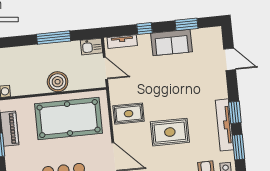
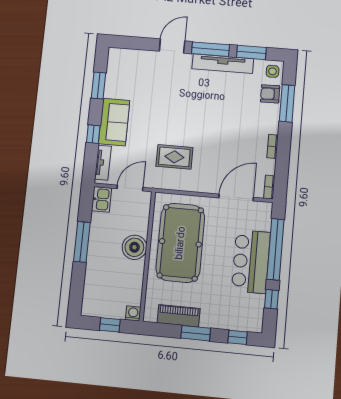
sofa: (172, 42) -> (114, 122), moved
door: (230, 59) -> (172, 46), moved
window: (235, 112) -> (211, 49), width x1.44
rug: (129, 114) -> (174, 157), moved, turned 90
rug: (170, 132) -> (219, 127), removed

